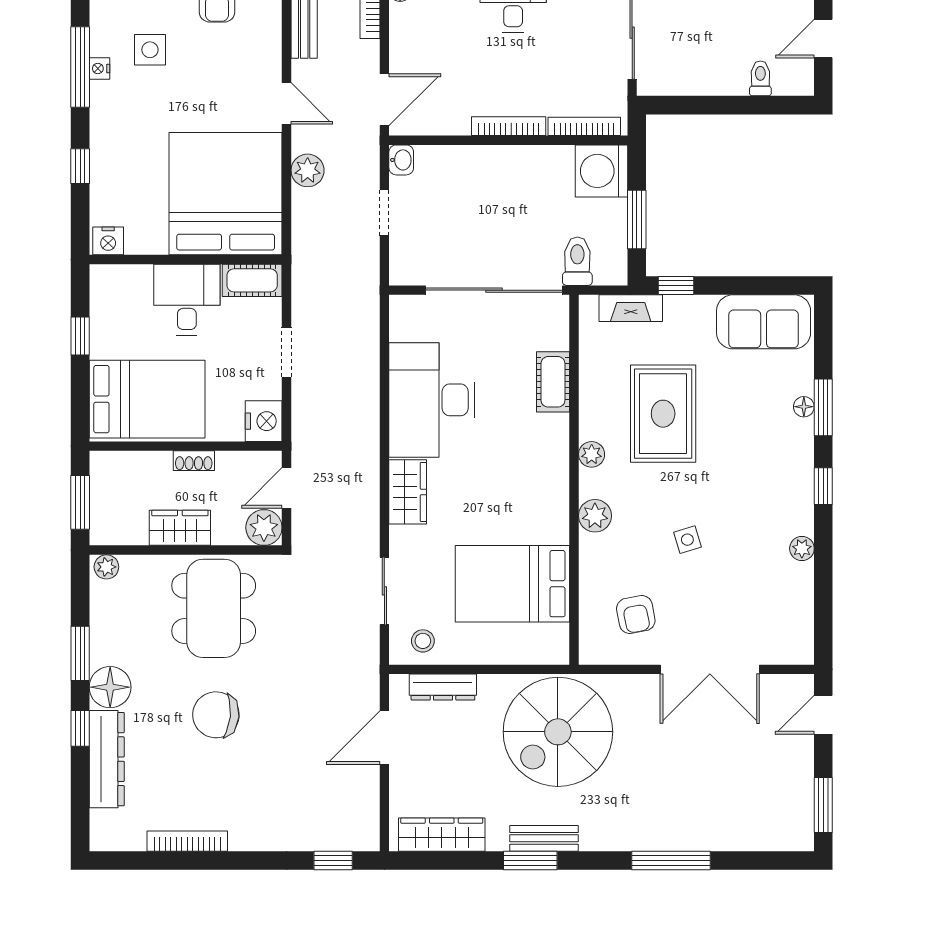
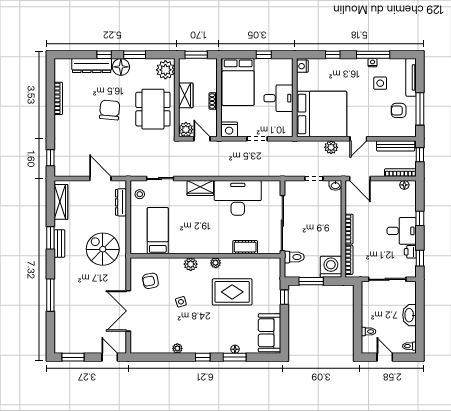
cot: (252, 280) -> (286, 125), removed
fireplace: (631, 308) -> (275, 279), removed
plant: (106, 567) -> (165, 70), width x1.88, depth x1.88
bed: (512, 584) -> (158, 231), width x0.67
dining table: (214, 608) -> (153, 109), turned 90
spiral stairs: (558, 732) -> (103, 249), width x0.73, depth x0.73

